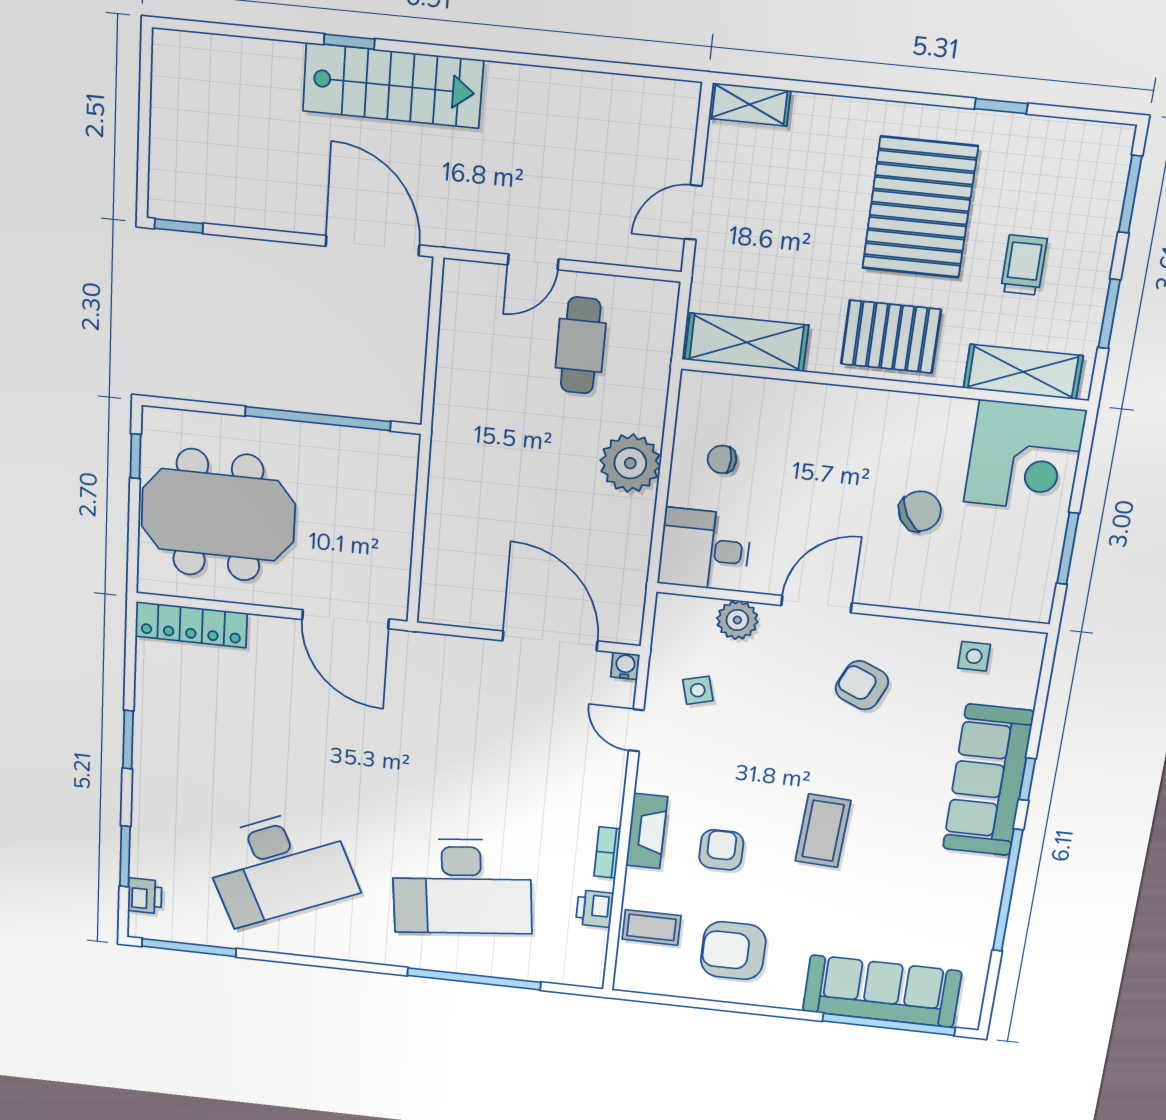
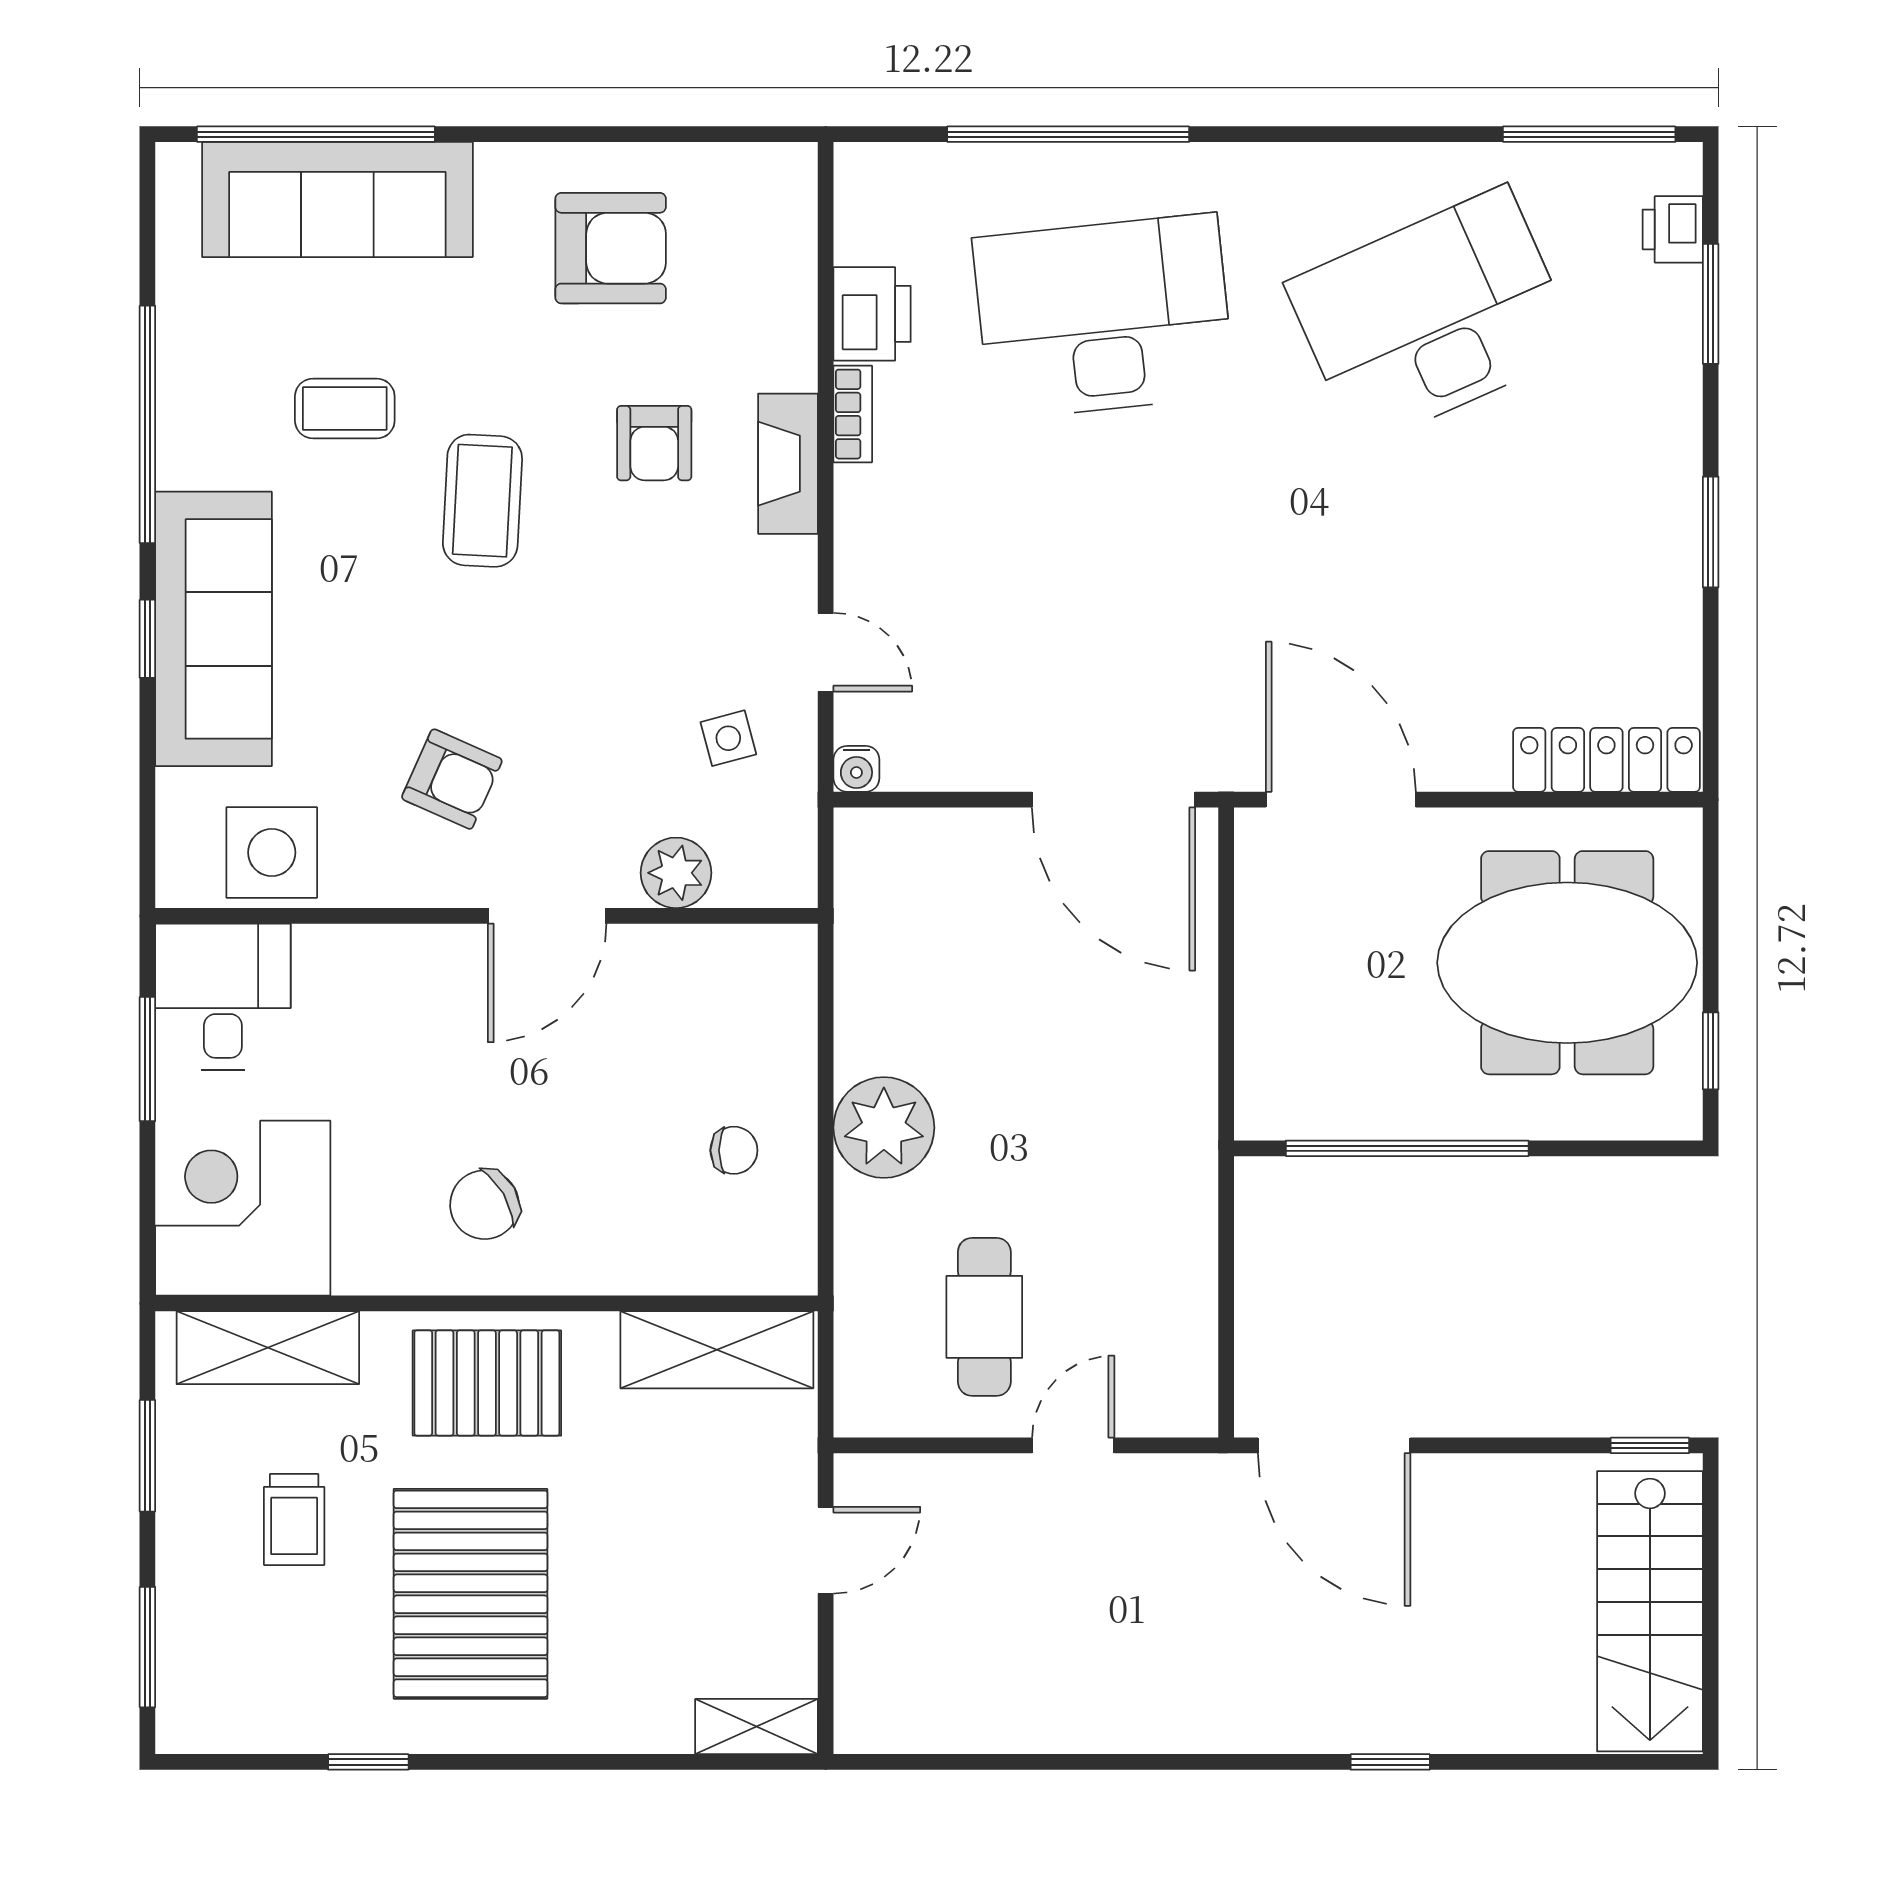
stairs: (393, 86) -> (1650, 1611), moved, turned -90
chair: (920, 511) -> (485, 1205), moved
desk: (705, 550) -> (223, 997), moved, turned -90
door: (550, 641) -> (1114, 800), moved
side table: (974, 656) -> (272, 852), width x1.87, depth x1.87
printer: (595, 909) -> (872, 314), width x1.36, depth x1.24
coffee table: (652, 927) -> (345, 409), moved

